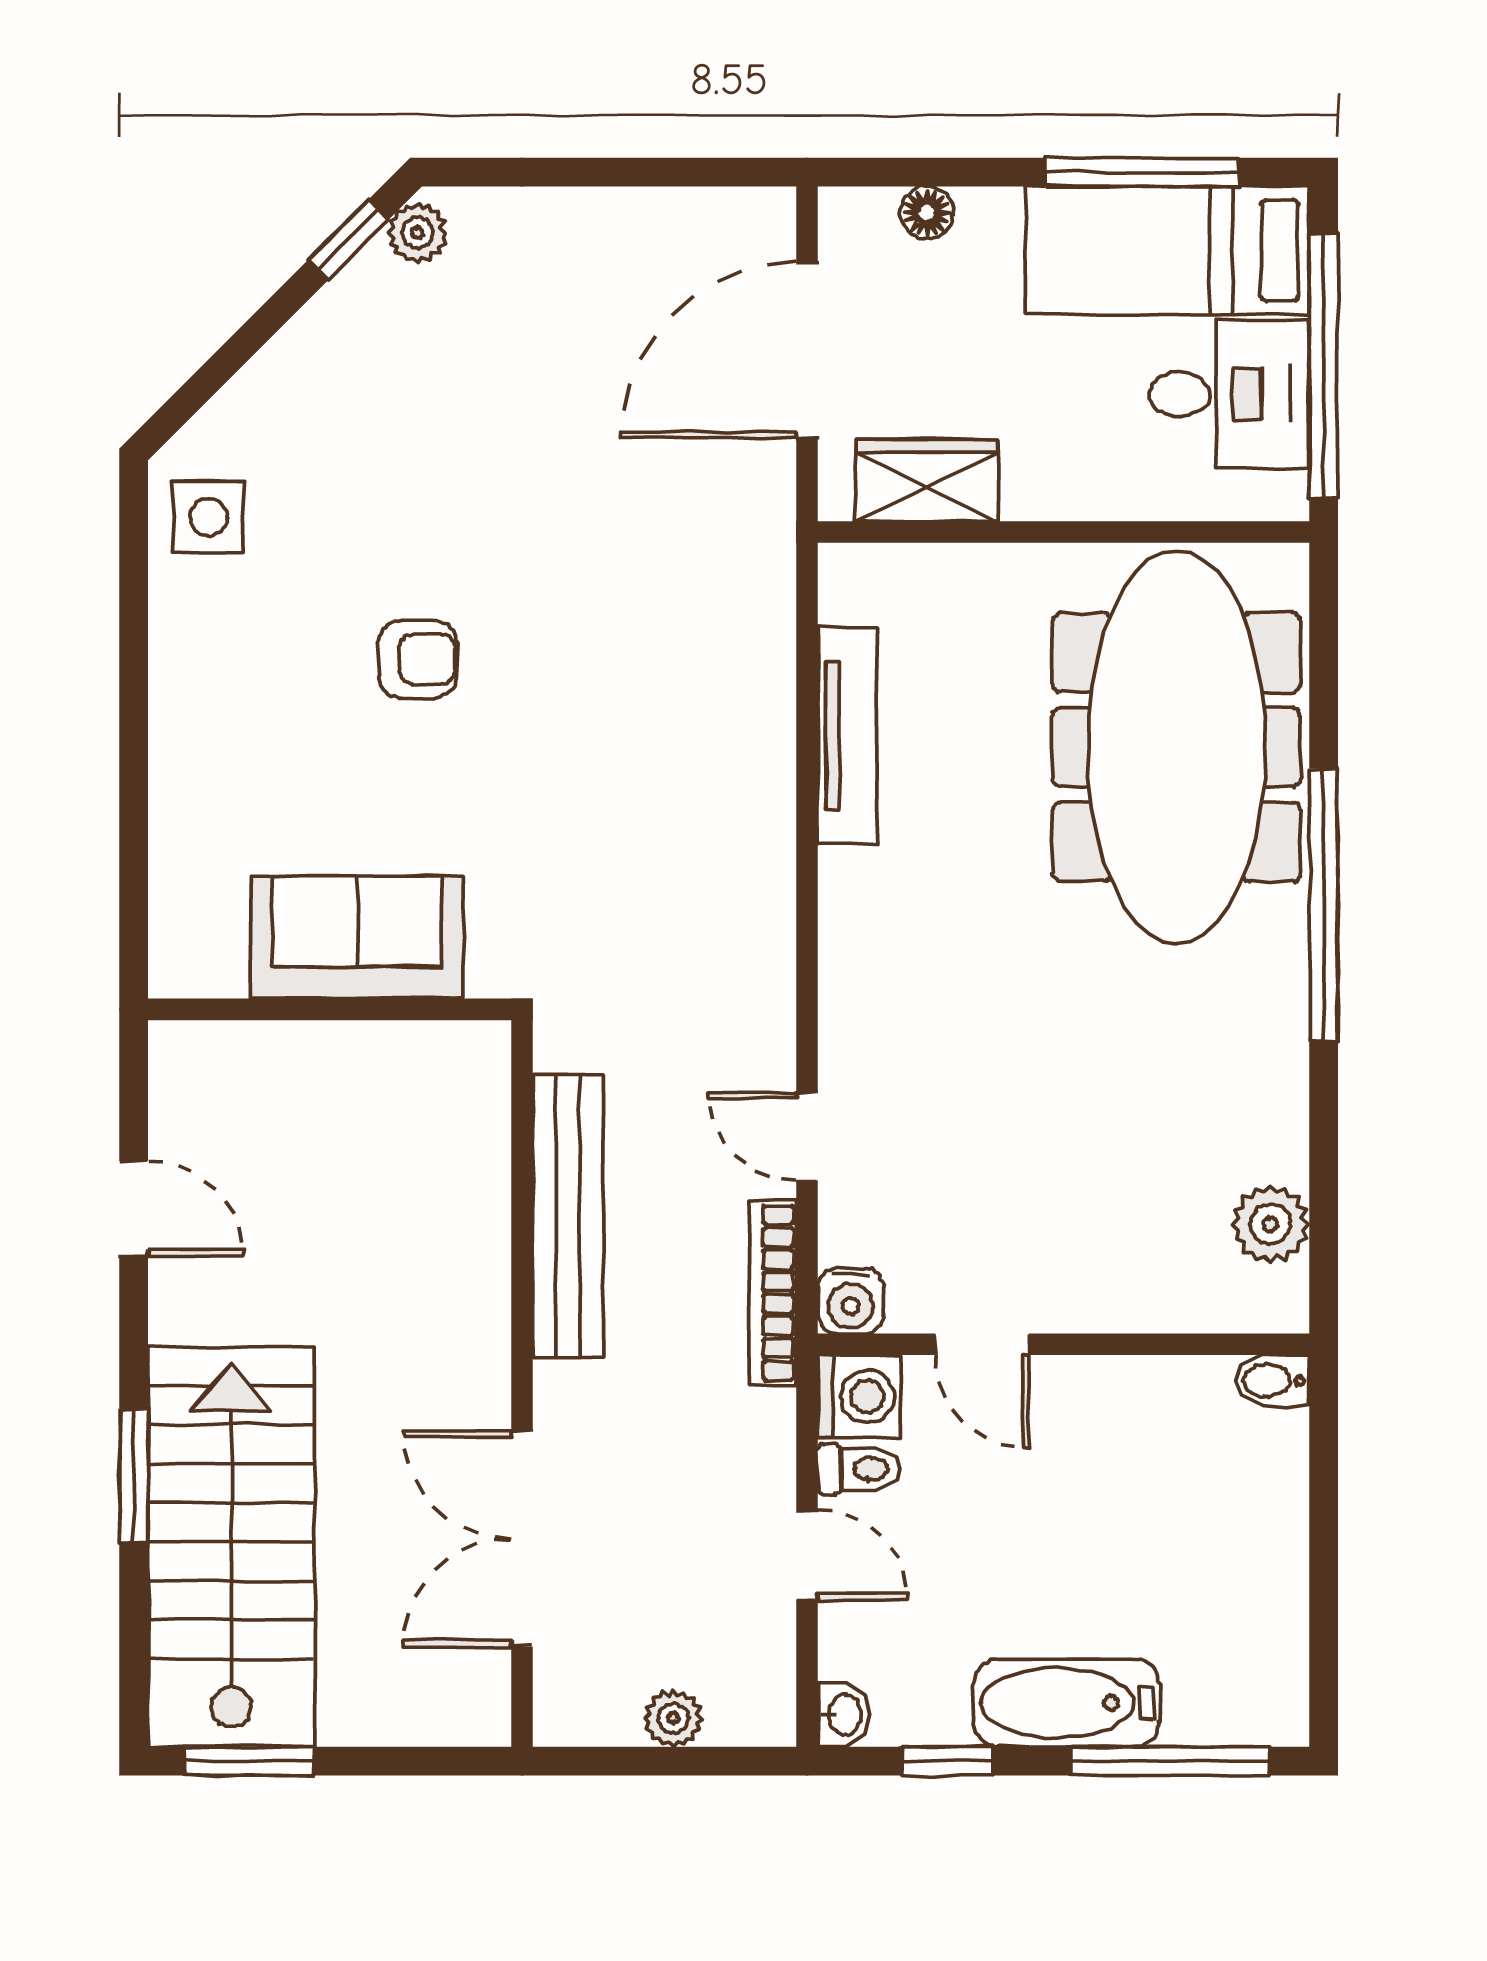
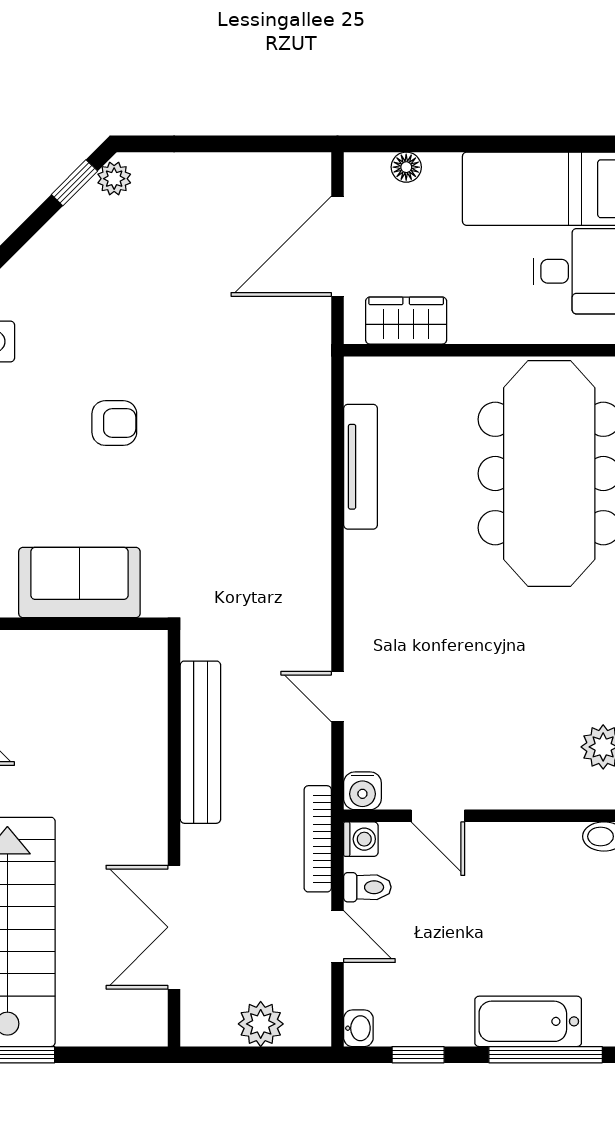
window: (1142, 172) -> (529, 144), removed
bookcase: (773, 1293) -> (318, 839), moved
washing machine: (859, 1396) -> (361, 839), width x0.73, depth x0.73
bathtub: (1066, 1703) -> (528, 1021), moved
plant: (673, 1718) -> (261, 1024), width x1.38, depth x1.38

